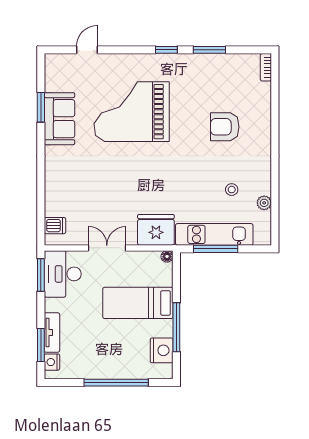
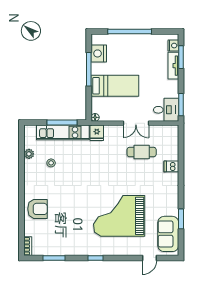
window: (209, 50) -> (54, 258), moved
grand piano: (132, 112) -> (119, 216), turned 180
sofa: (59, 119) -> (168, 234), moved
armchair: (225, 127) -> (38, 209), moved
cafe table: (99, 206) -> (142, 152), added
dishwasher: (55, 226) -> (171, 166), moved
fridge: (156, 230) -> (97, 133), width x0.53, depth x0.75
desk: (63, 274) -> (166, 110), width x0.73

